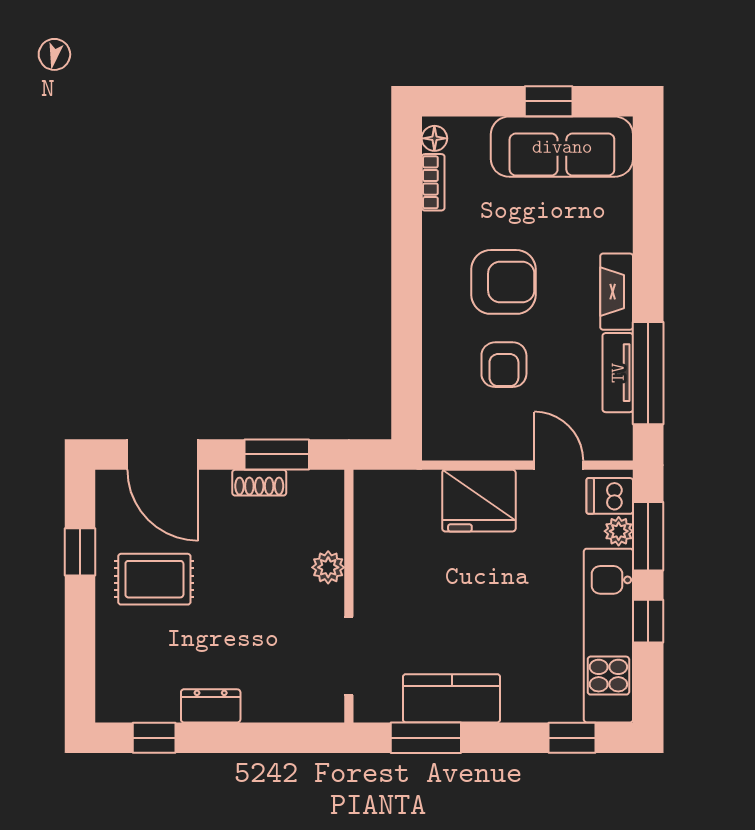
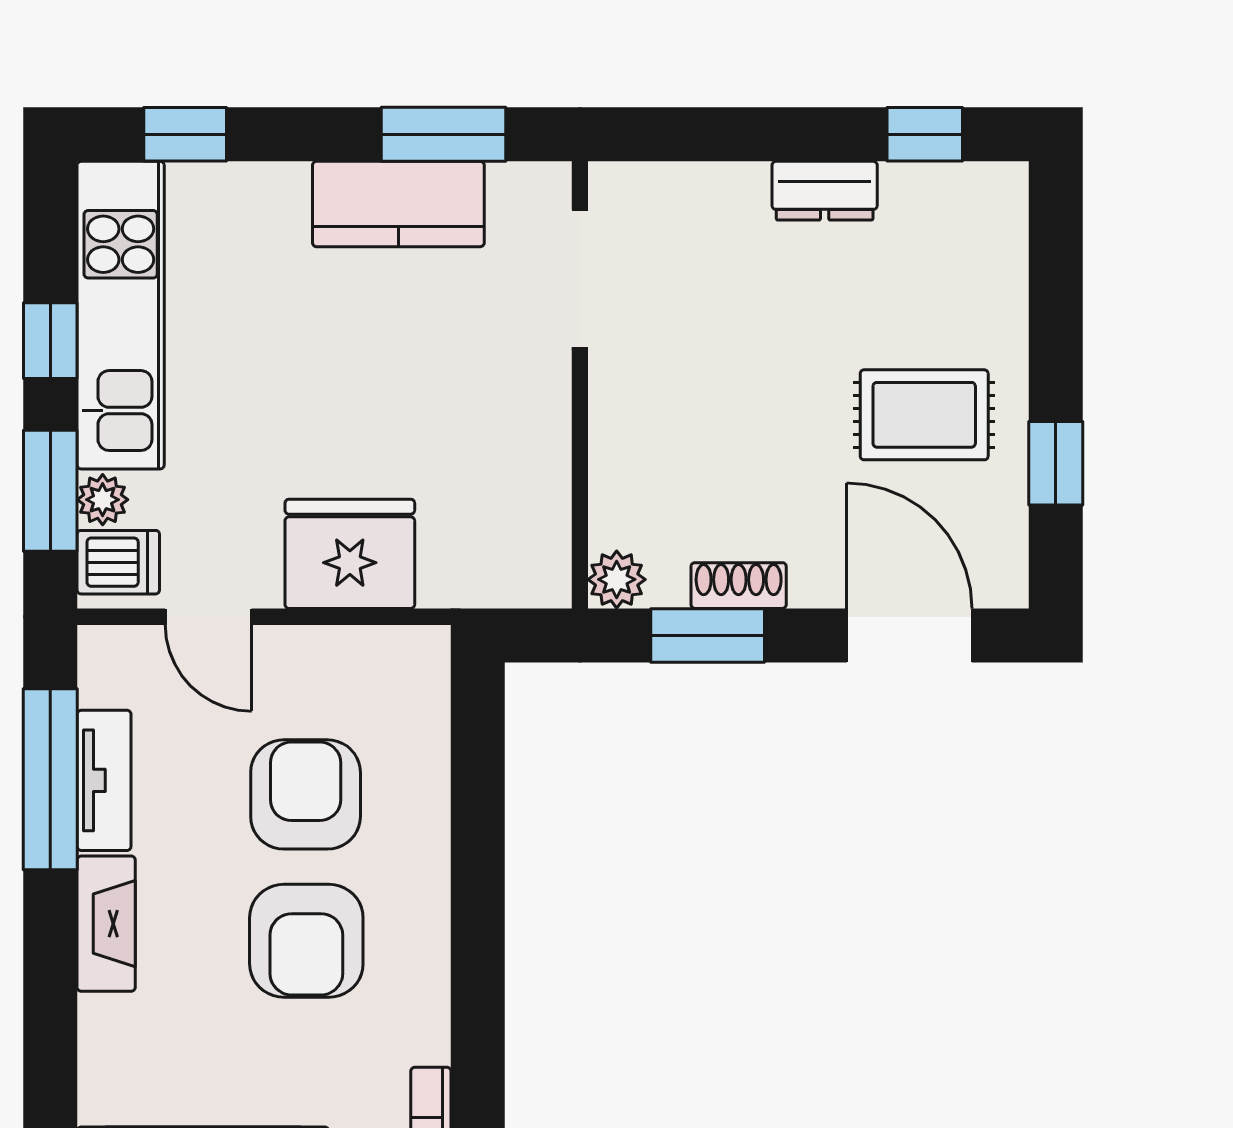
armchair: (503, 282) -> (306, 941), turned -90
armchair: (504, 365) -> (306, 794), width x1.38, depth x1.38
plant: (328, 567) -> (617, 579), moved

